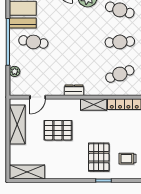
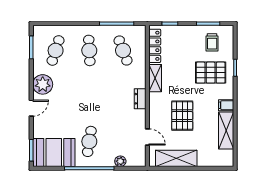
shelving: (27, 172) -> (226, 130), moved
filing cabinet: (68, 172) -> (226, 105), added

